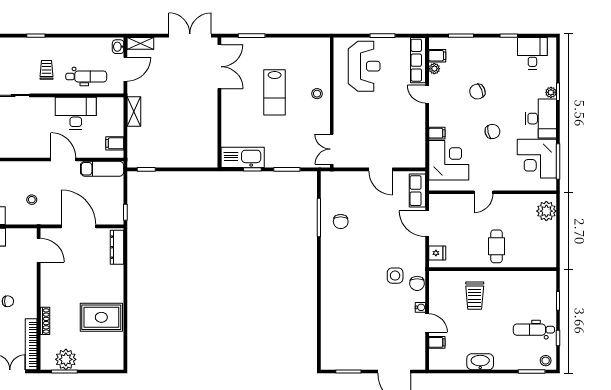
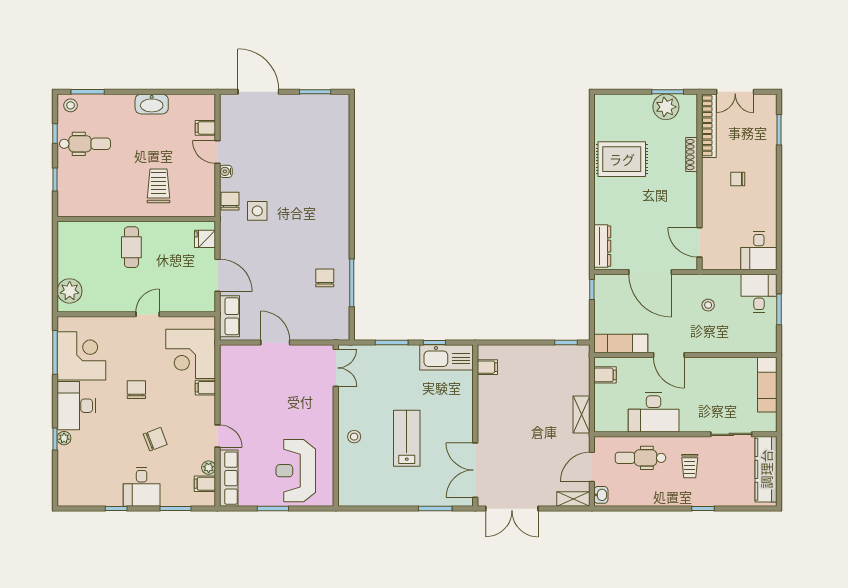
desk: (532, 53) -> (142, 487), moved
chair: (492, 131) -> (136, 390), turned 102
filing cabinet: (210, 150) -> (487, 367), added

